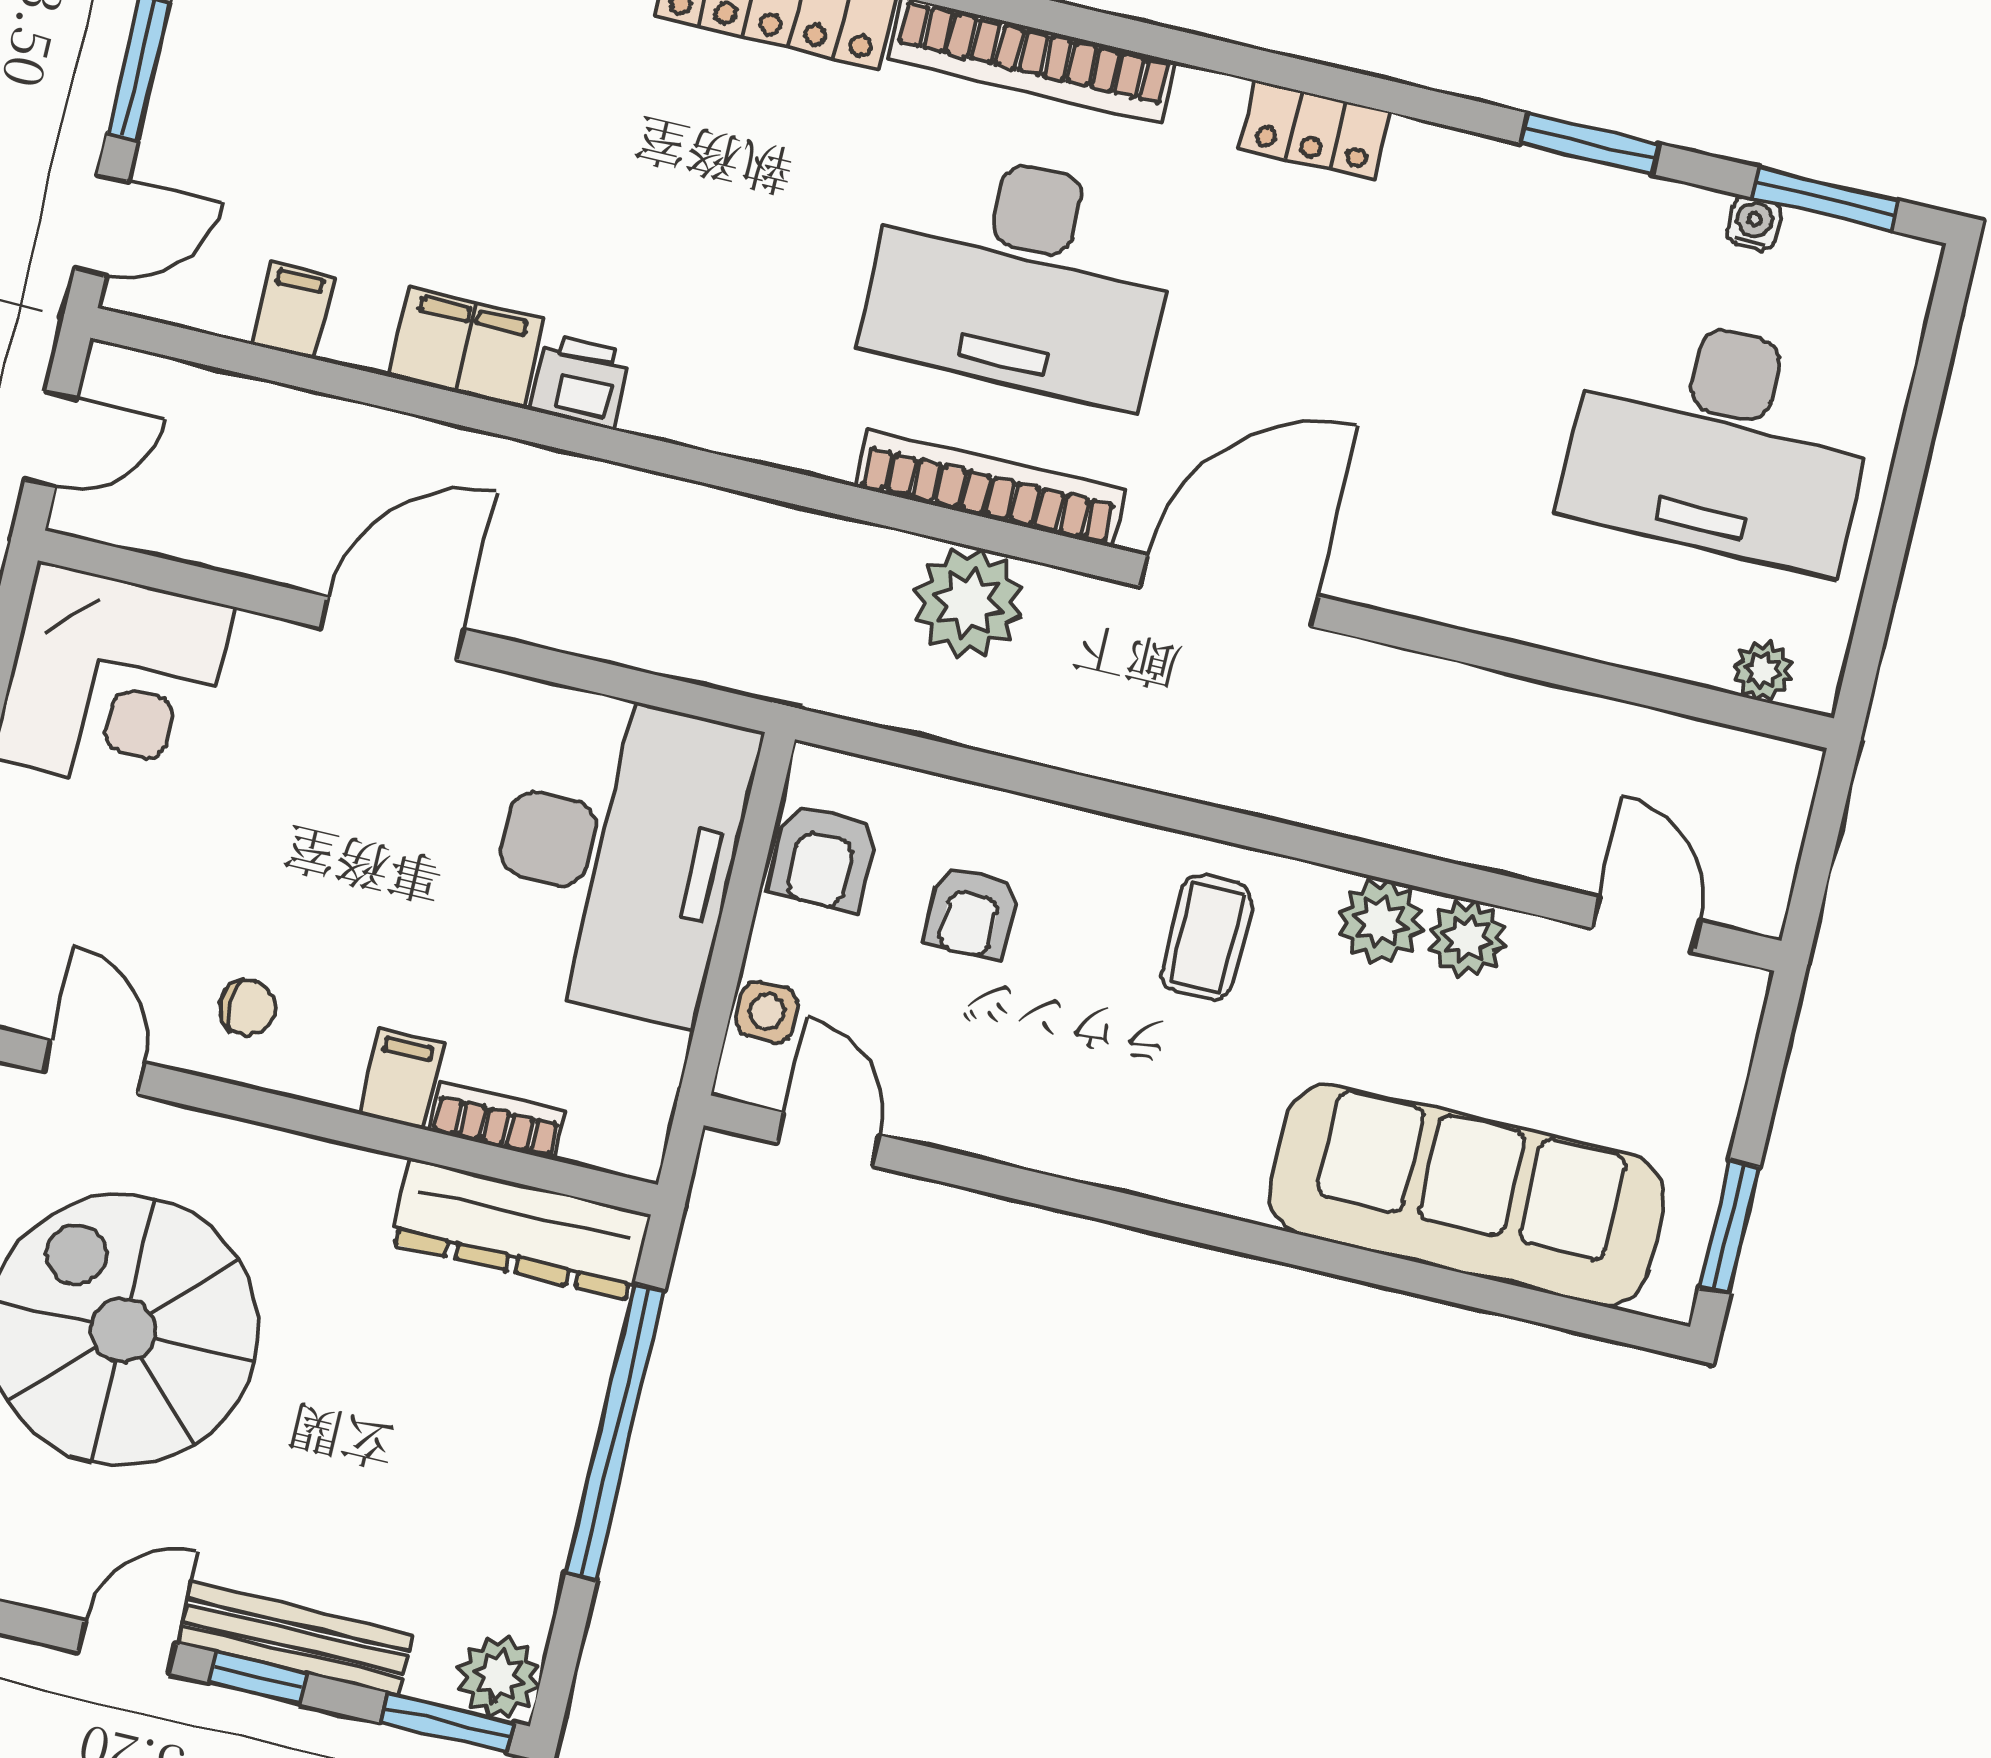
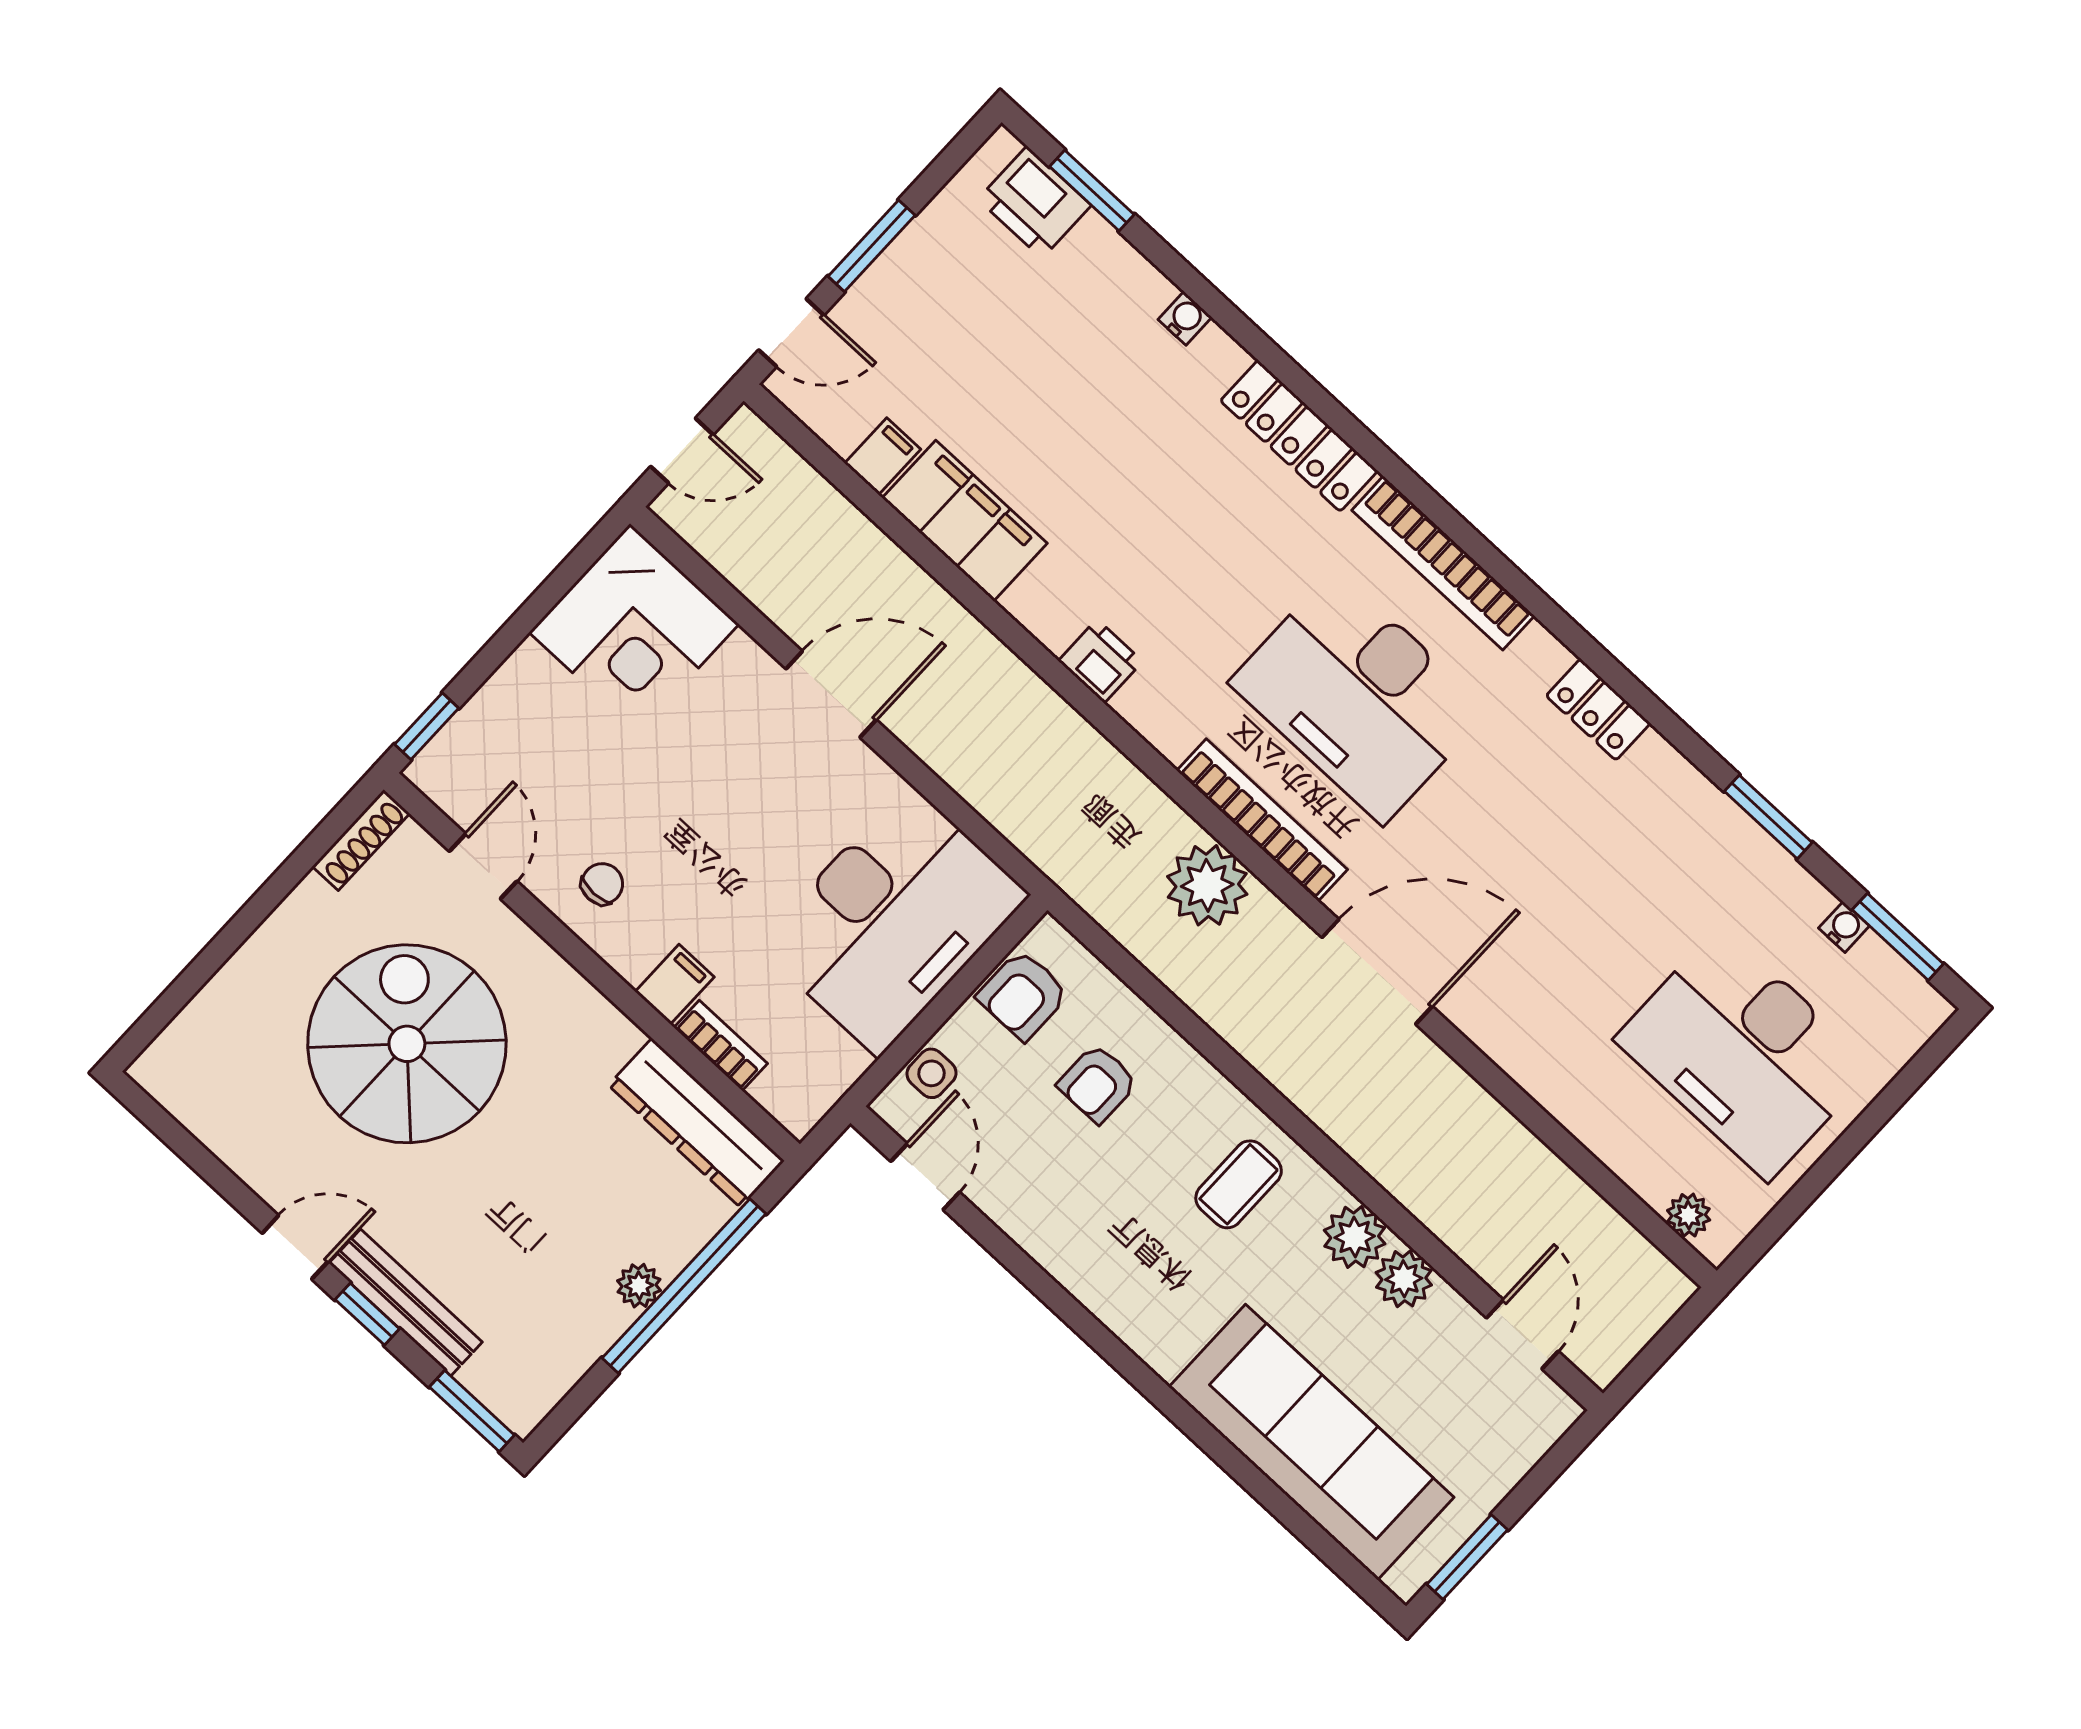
filing cabinet: (466, 348) -> (965, 521), width x1.50, depth x1.17
printer: (580, 382) -> (1100, 661), moved
chair: (247, 1008) -> (602, 884), turned -90
plant: (499, 1677) -> (639, 1286), moved, width x0.73, depth x0.73

